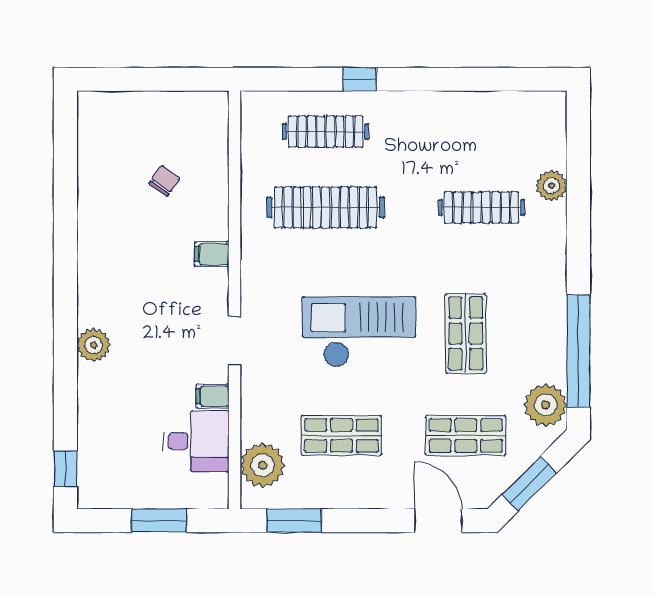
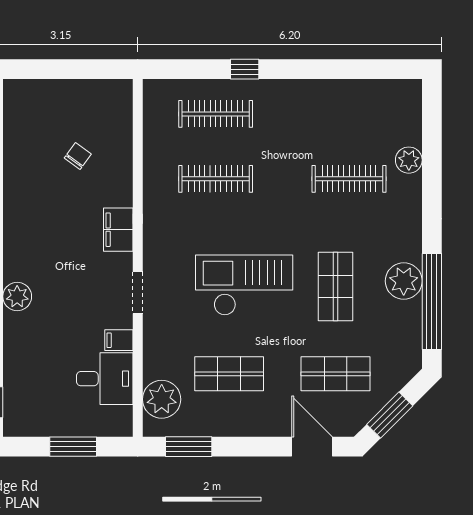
clothes rail: (326, 207) -> (216, 179), width x0.73, depth x0.76
filing cabinet: (212, 254) -> (118, 230), width x2.00
plant: (546, 405) -> (404, 281), moved

